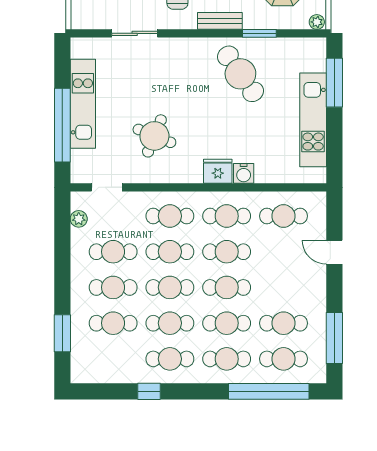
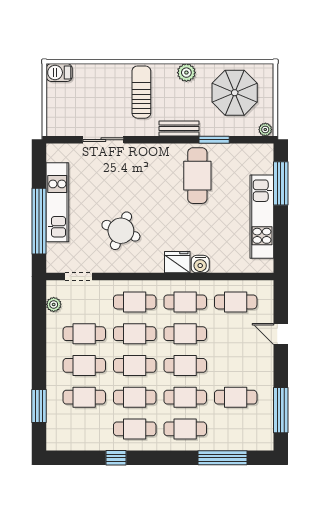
cafe table: (240, 74) -> (197, 176), turned 35
cafe table: (284, 359) -> (236, 429), removed
window: (269, 391) -> (223, 458), width x0.68

